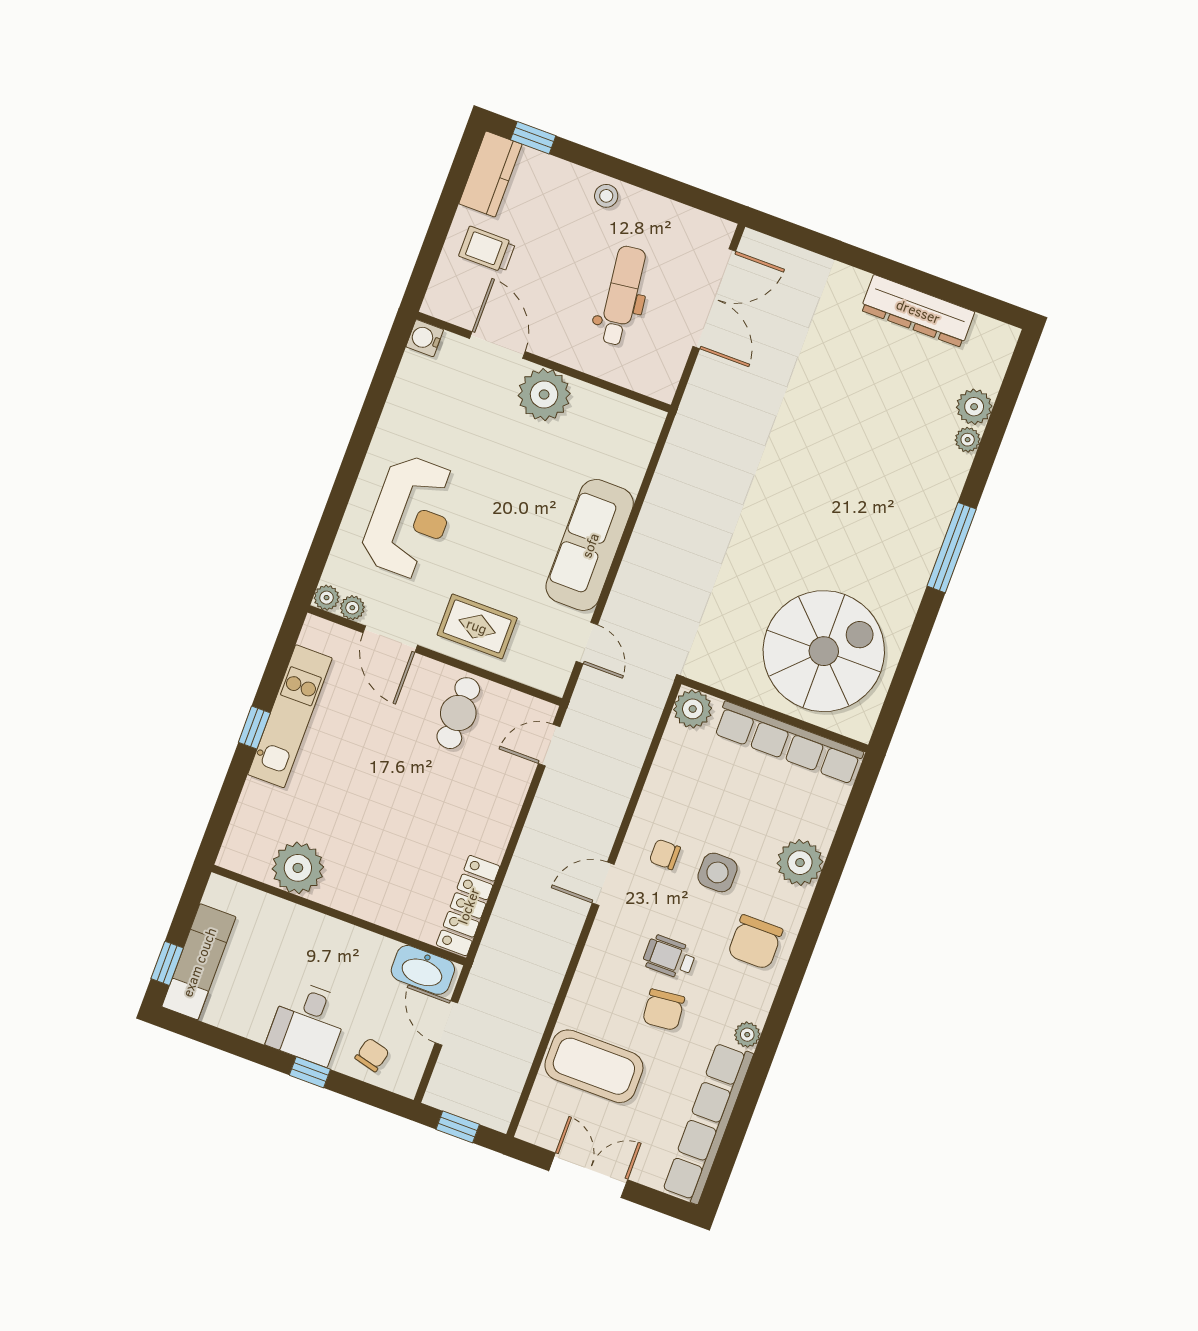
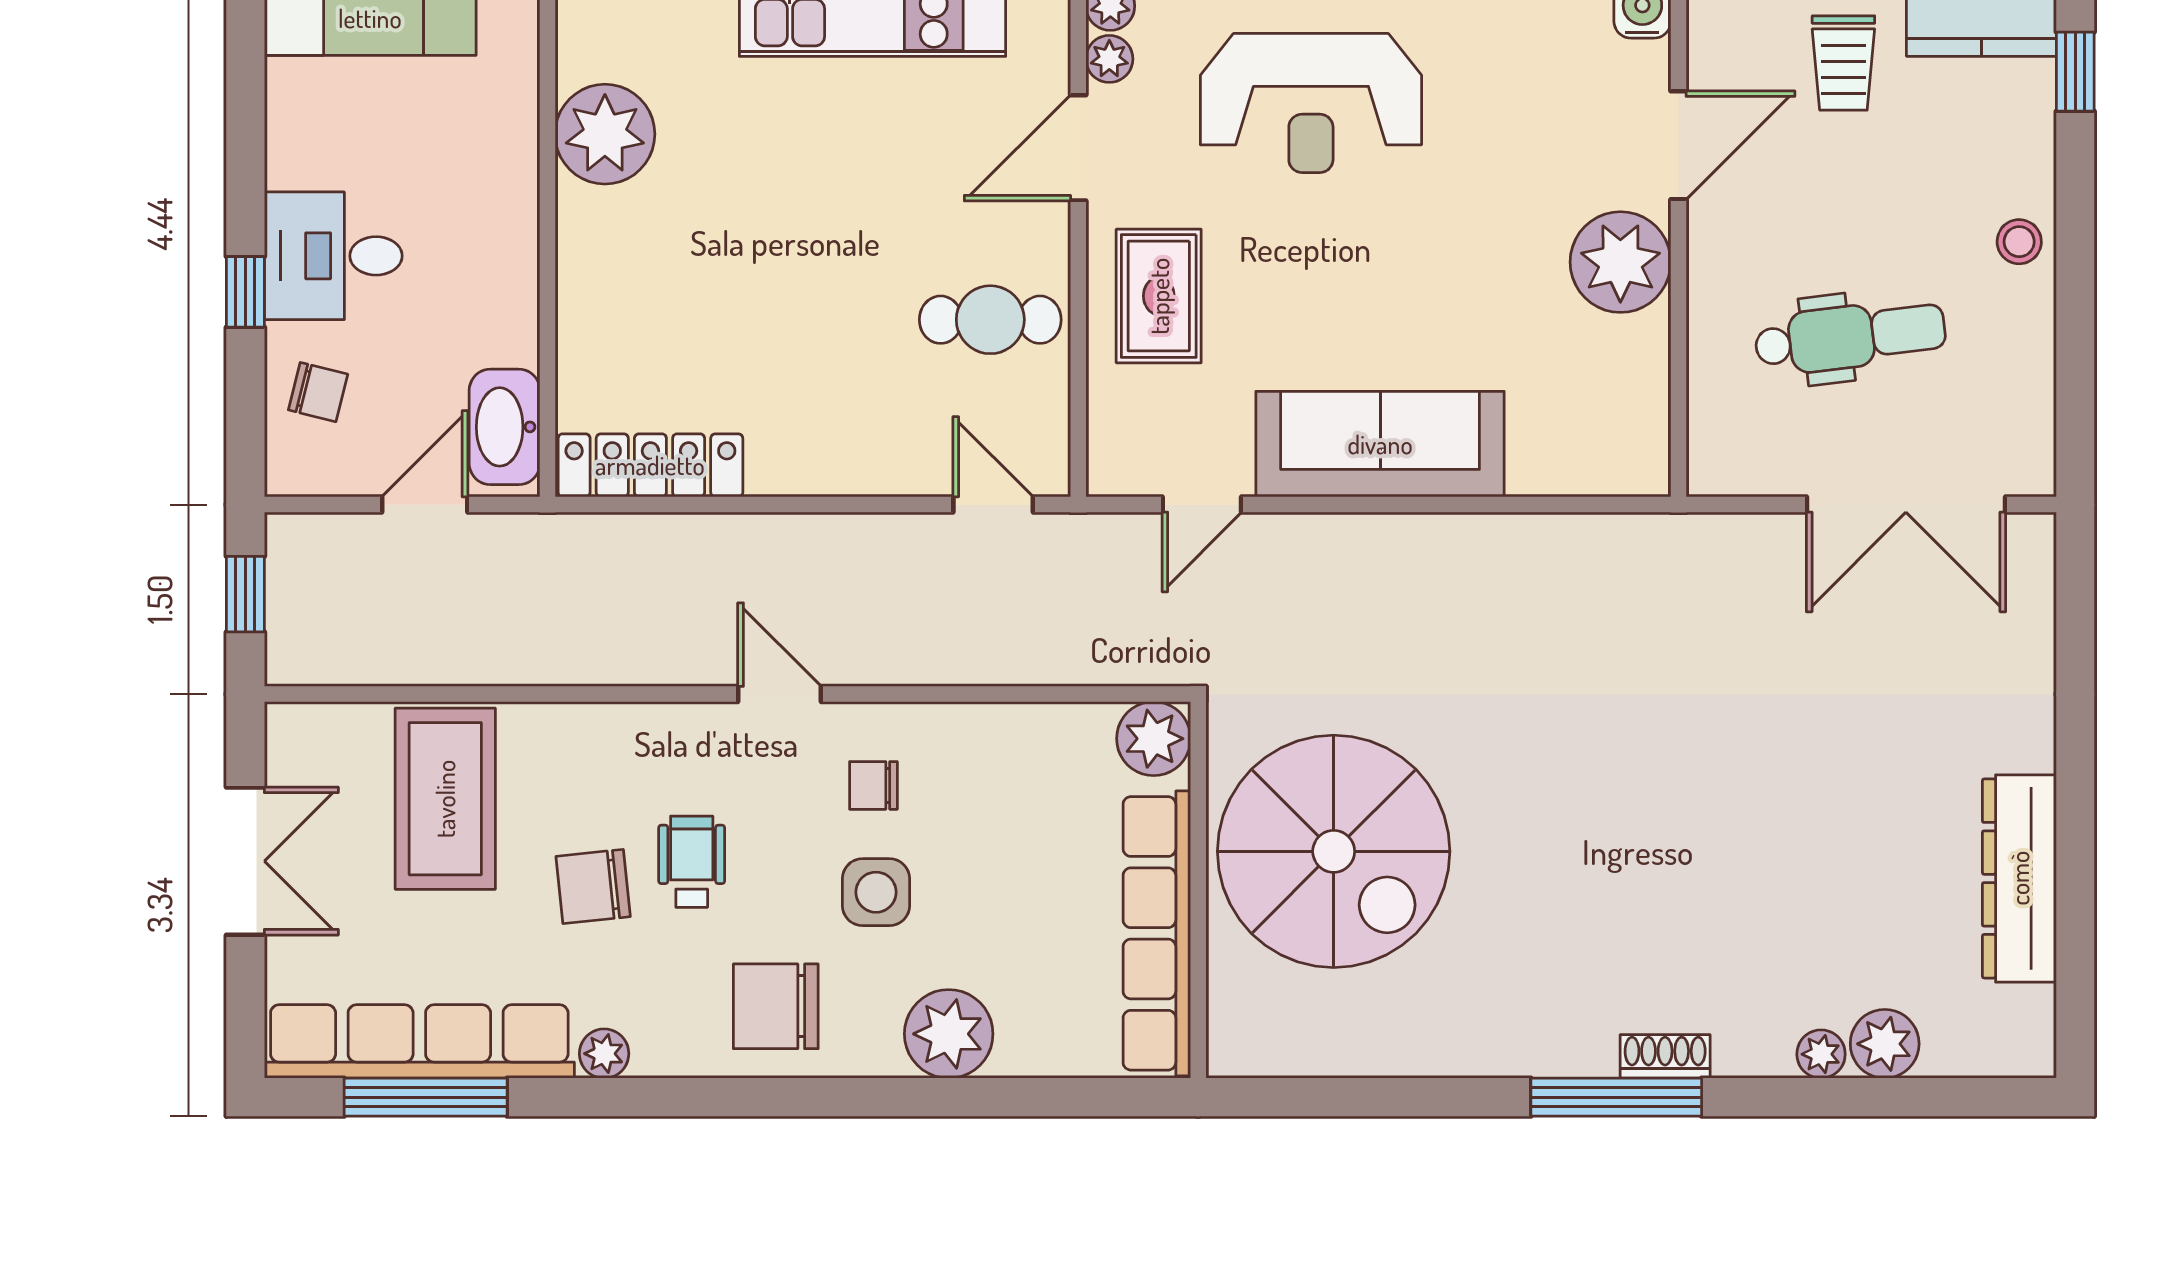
trolley: (487, 249) -> (1843, 63), turned 180
shoe rack: (941, 516) -> (1665, 1056), added
spiral stairs: (824, 651) -> (1334, 851), moved
chair: (665, 854) -> (873, 785), turned -90
window: (736, 1130) -> (426, 1097), added

